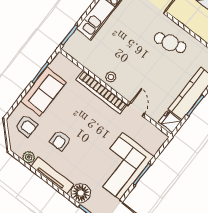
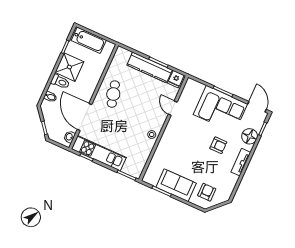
bookcase: (101, 92) -> (166, 139), removed
door: (136, 109) -> (173, 108), hinge flipped
armchair: (60, 140) -> (218, 145), moved
plant: (29, 157) -> (231, 184), removed
tv unit: (52, 175) -> (241, 162), width x0.71

